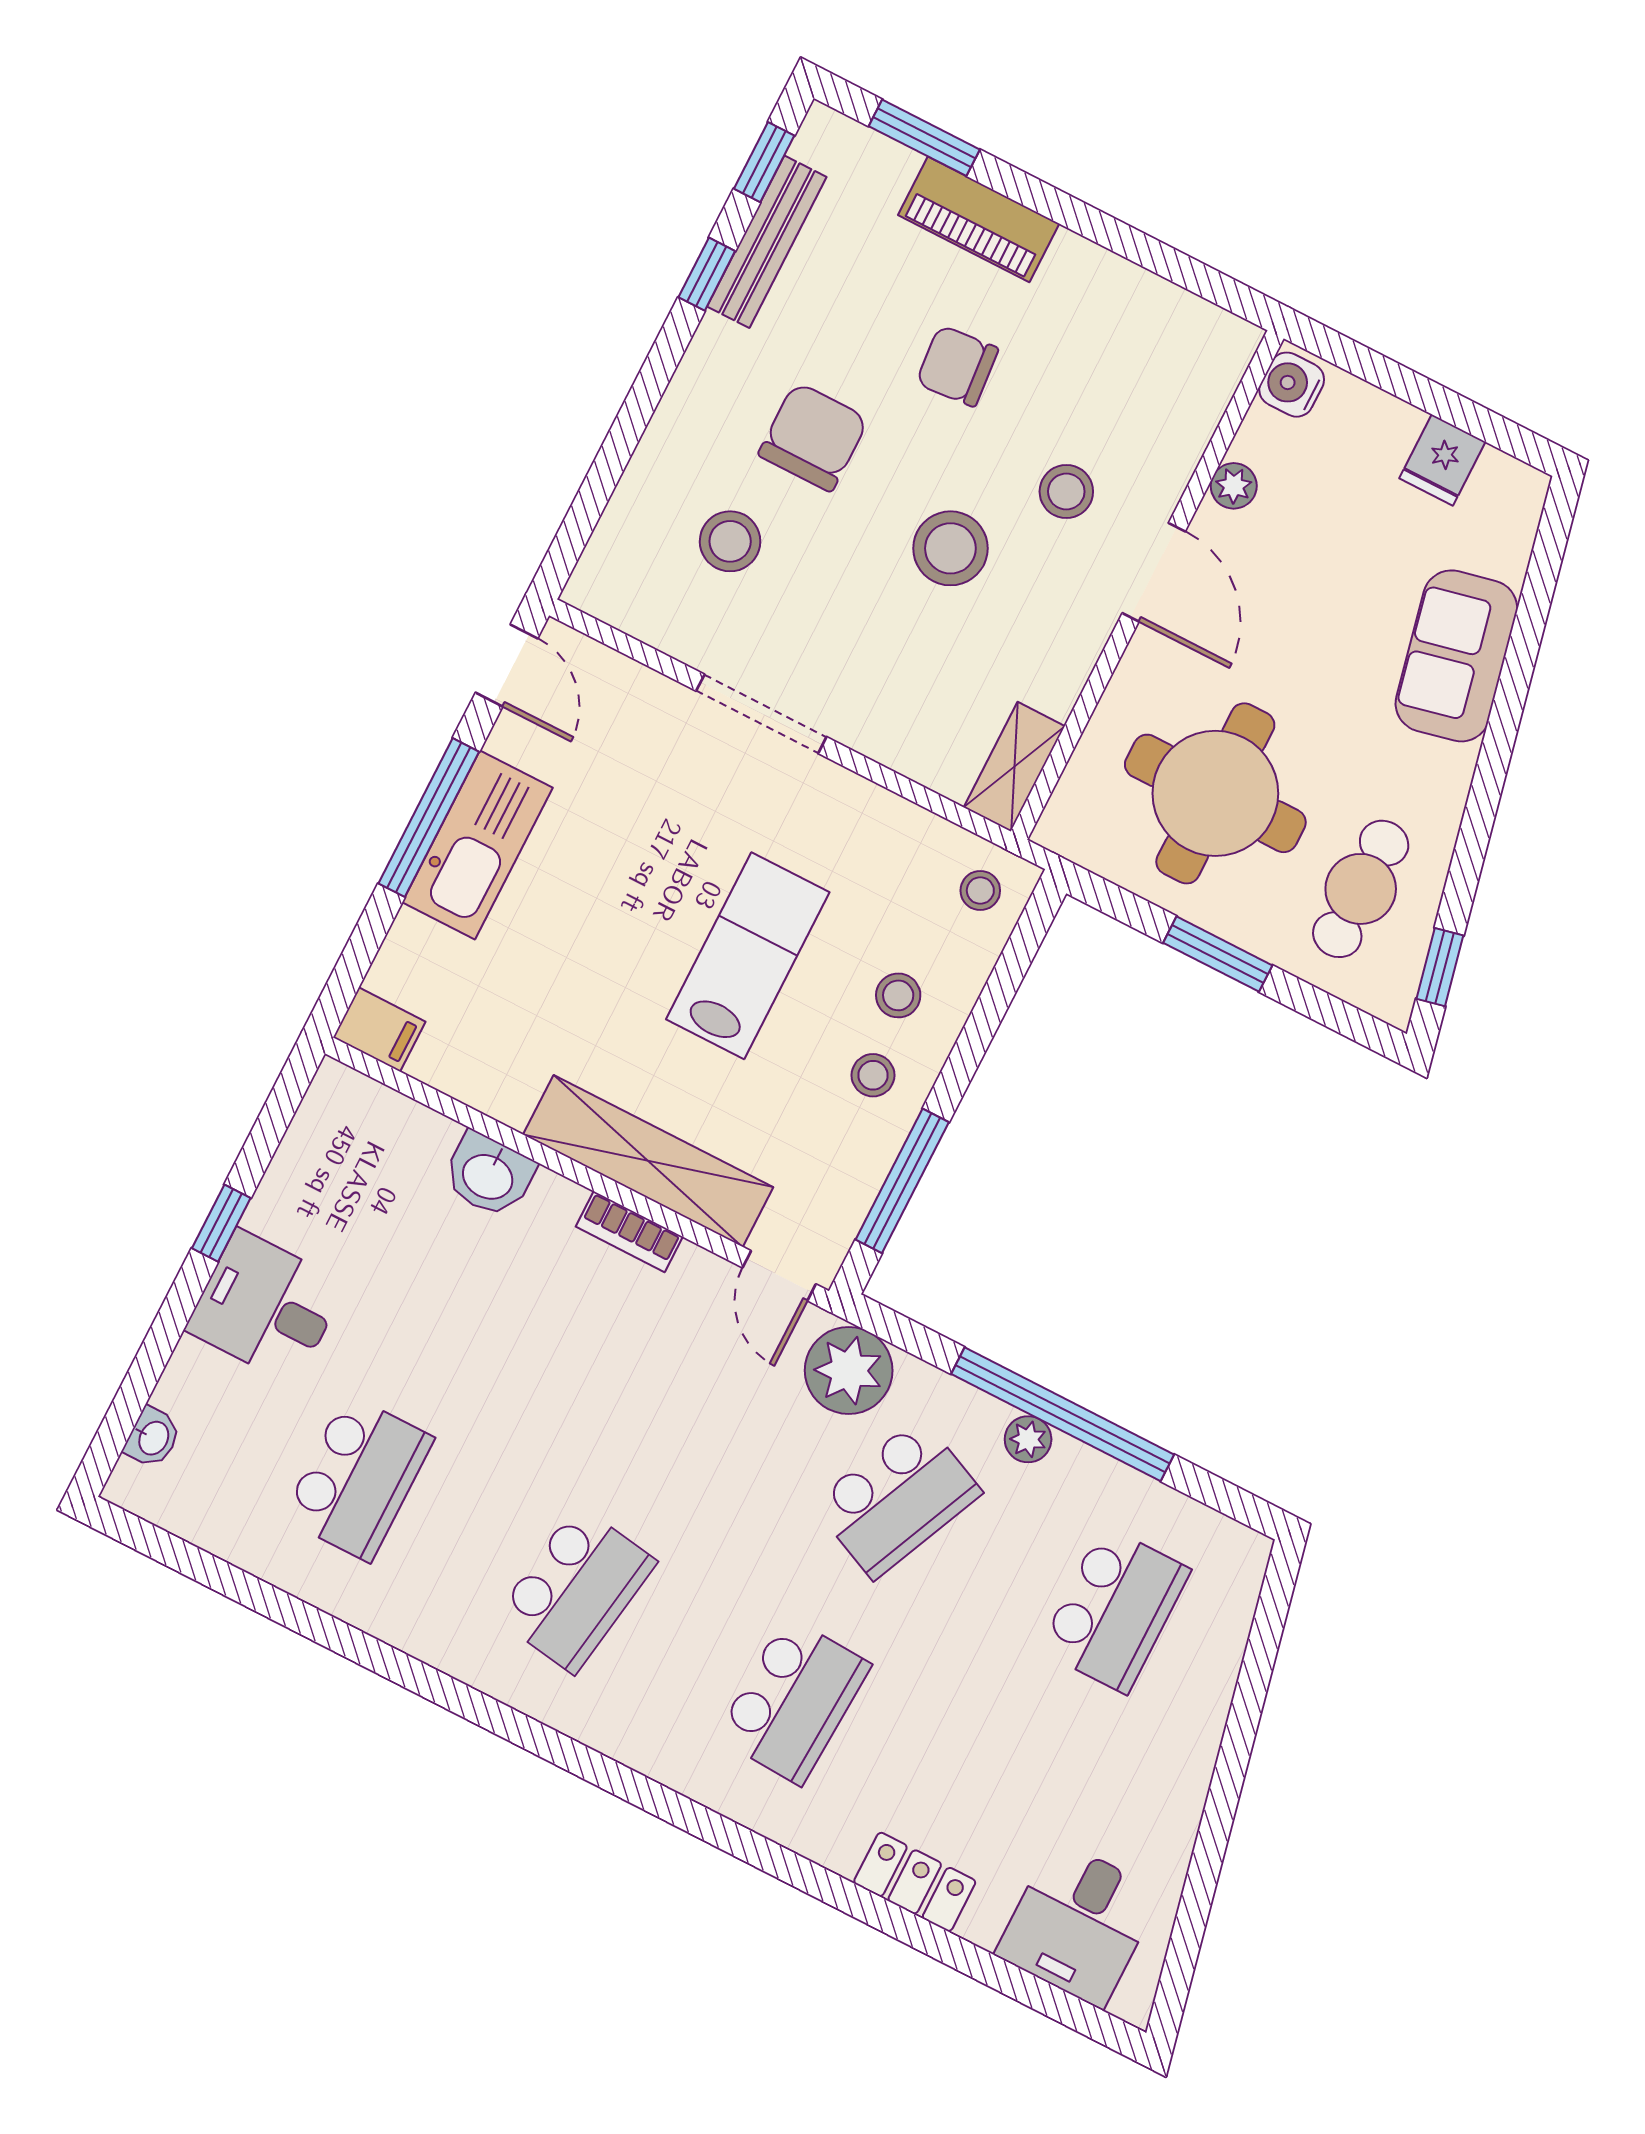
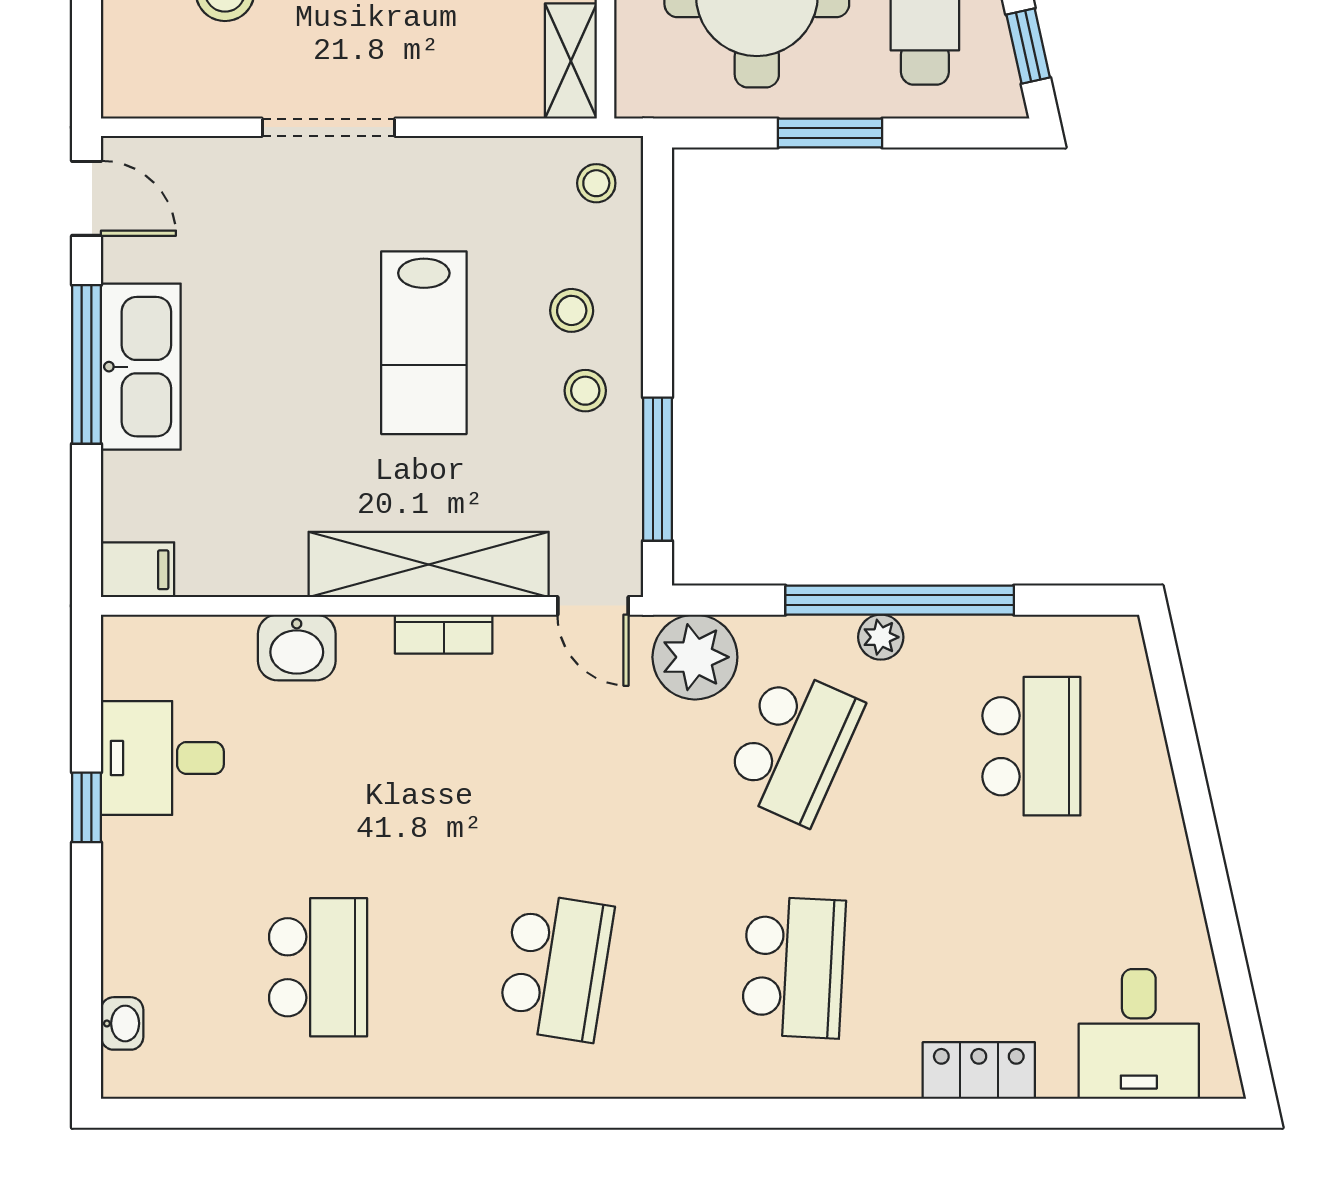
lab bench: (748, 956) -> (424, 343), turned 180
desk: (266, 1307) -> (162, 758), moved

